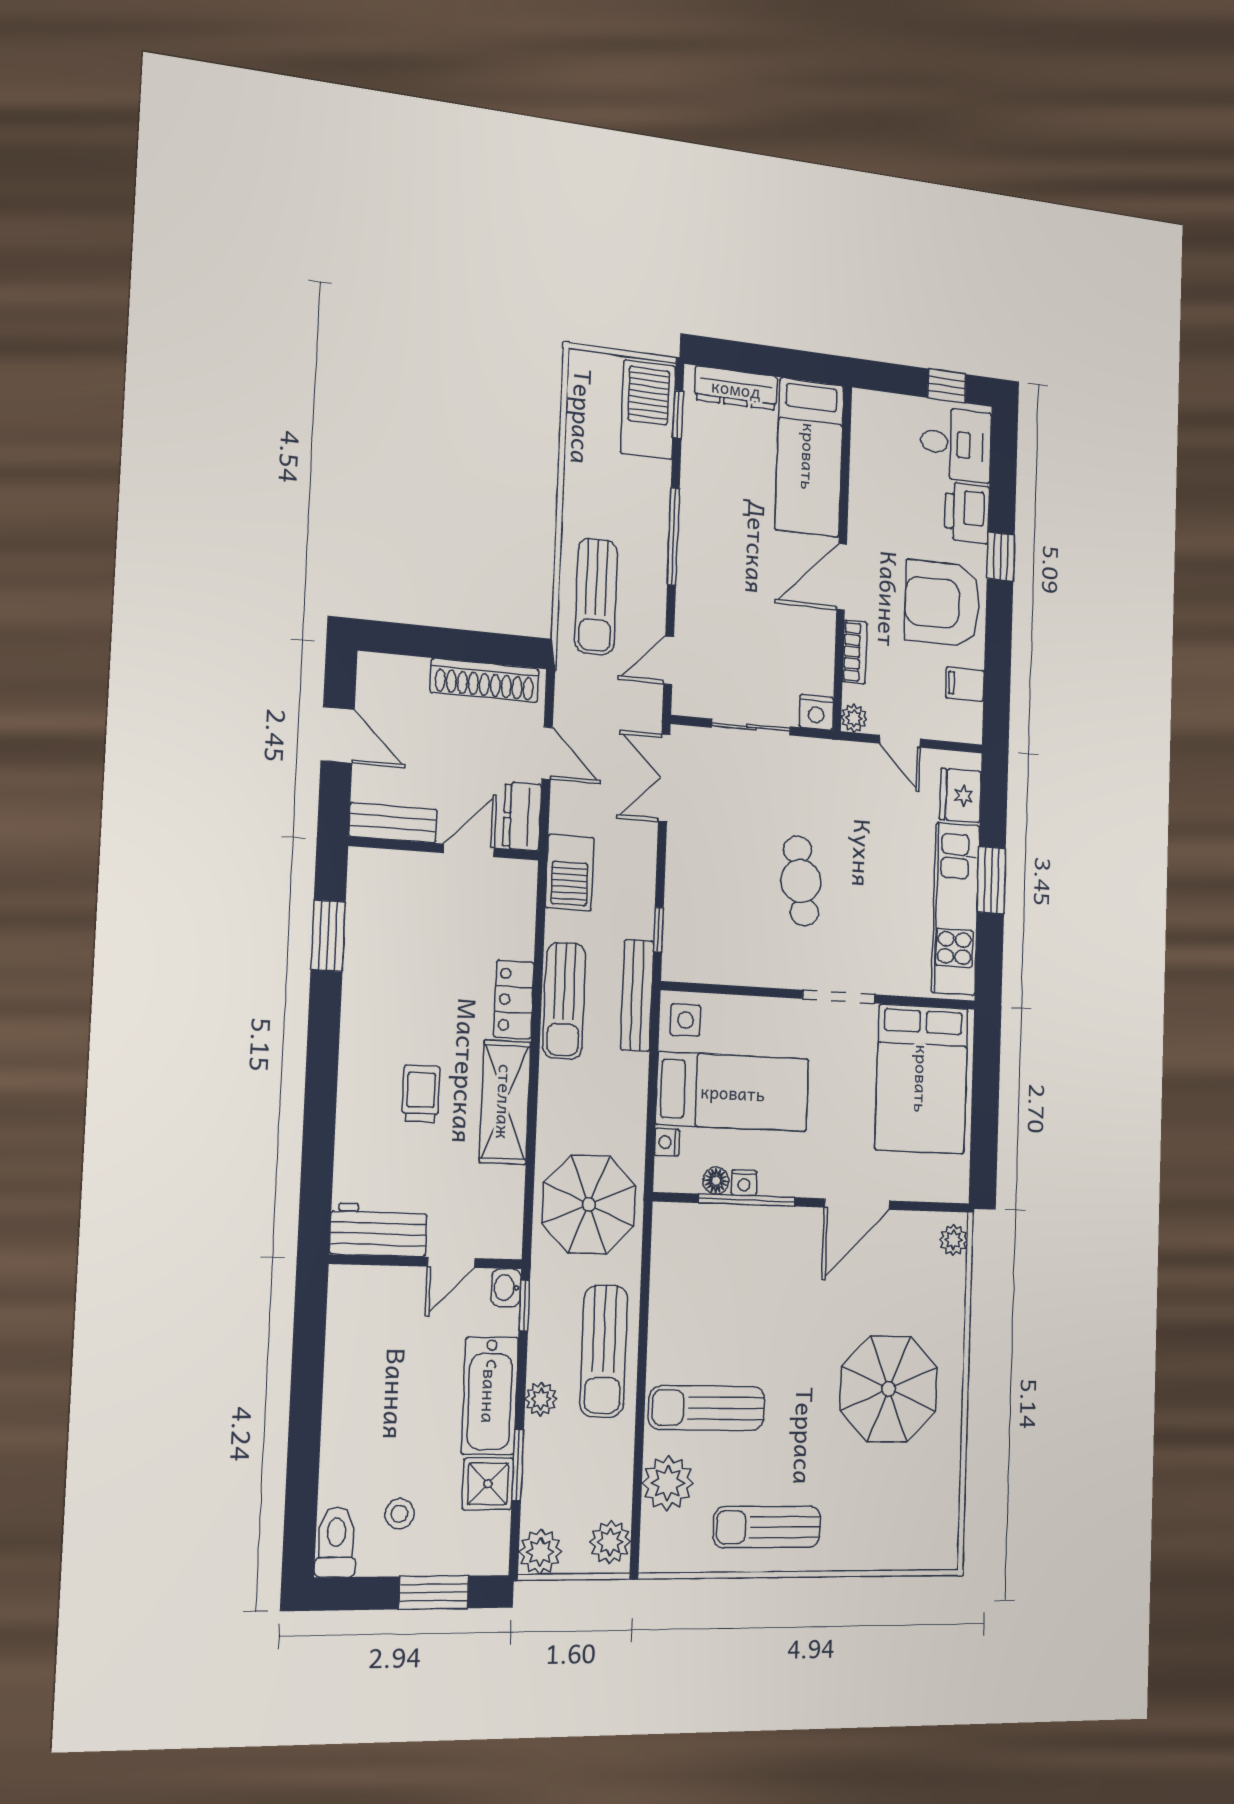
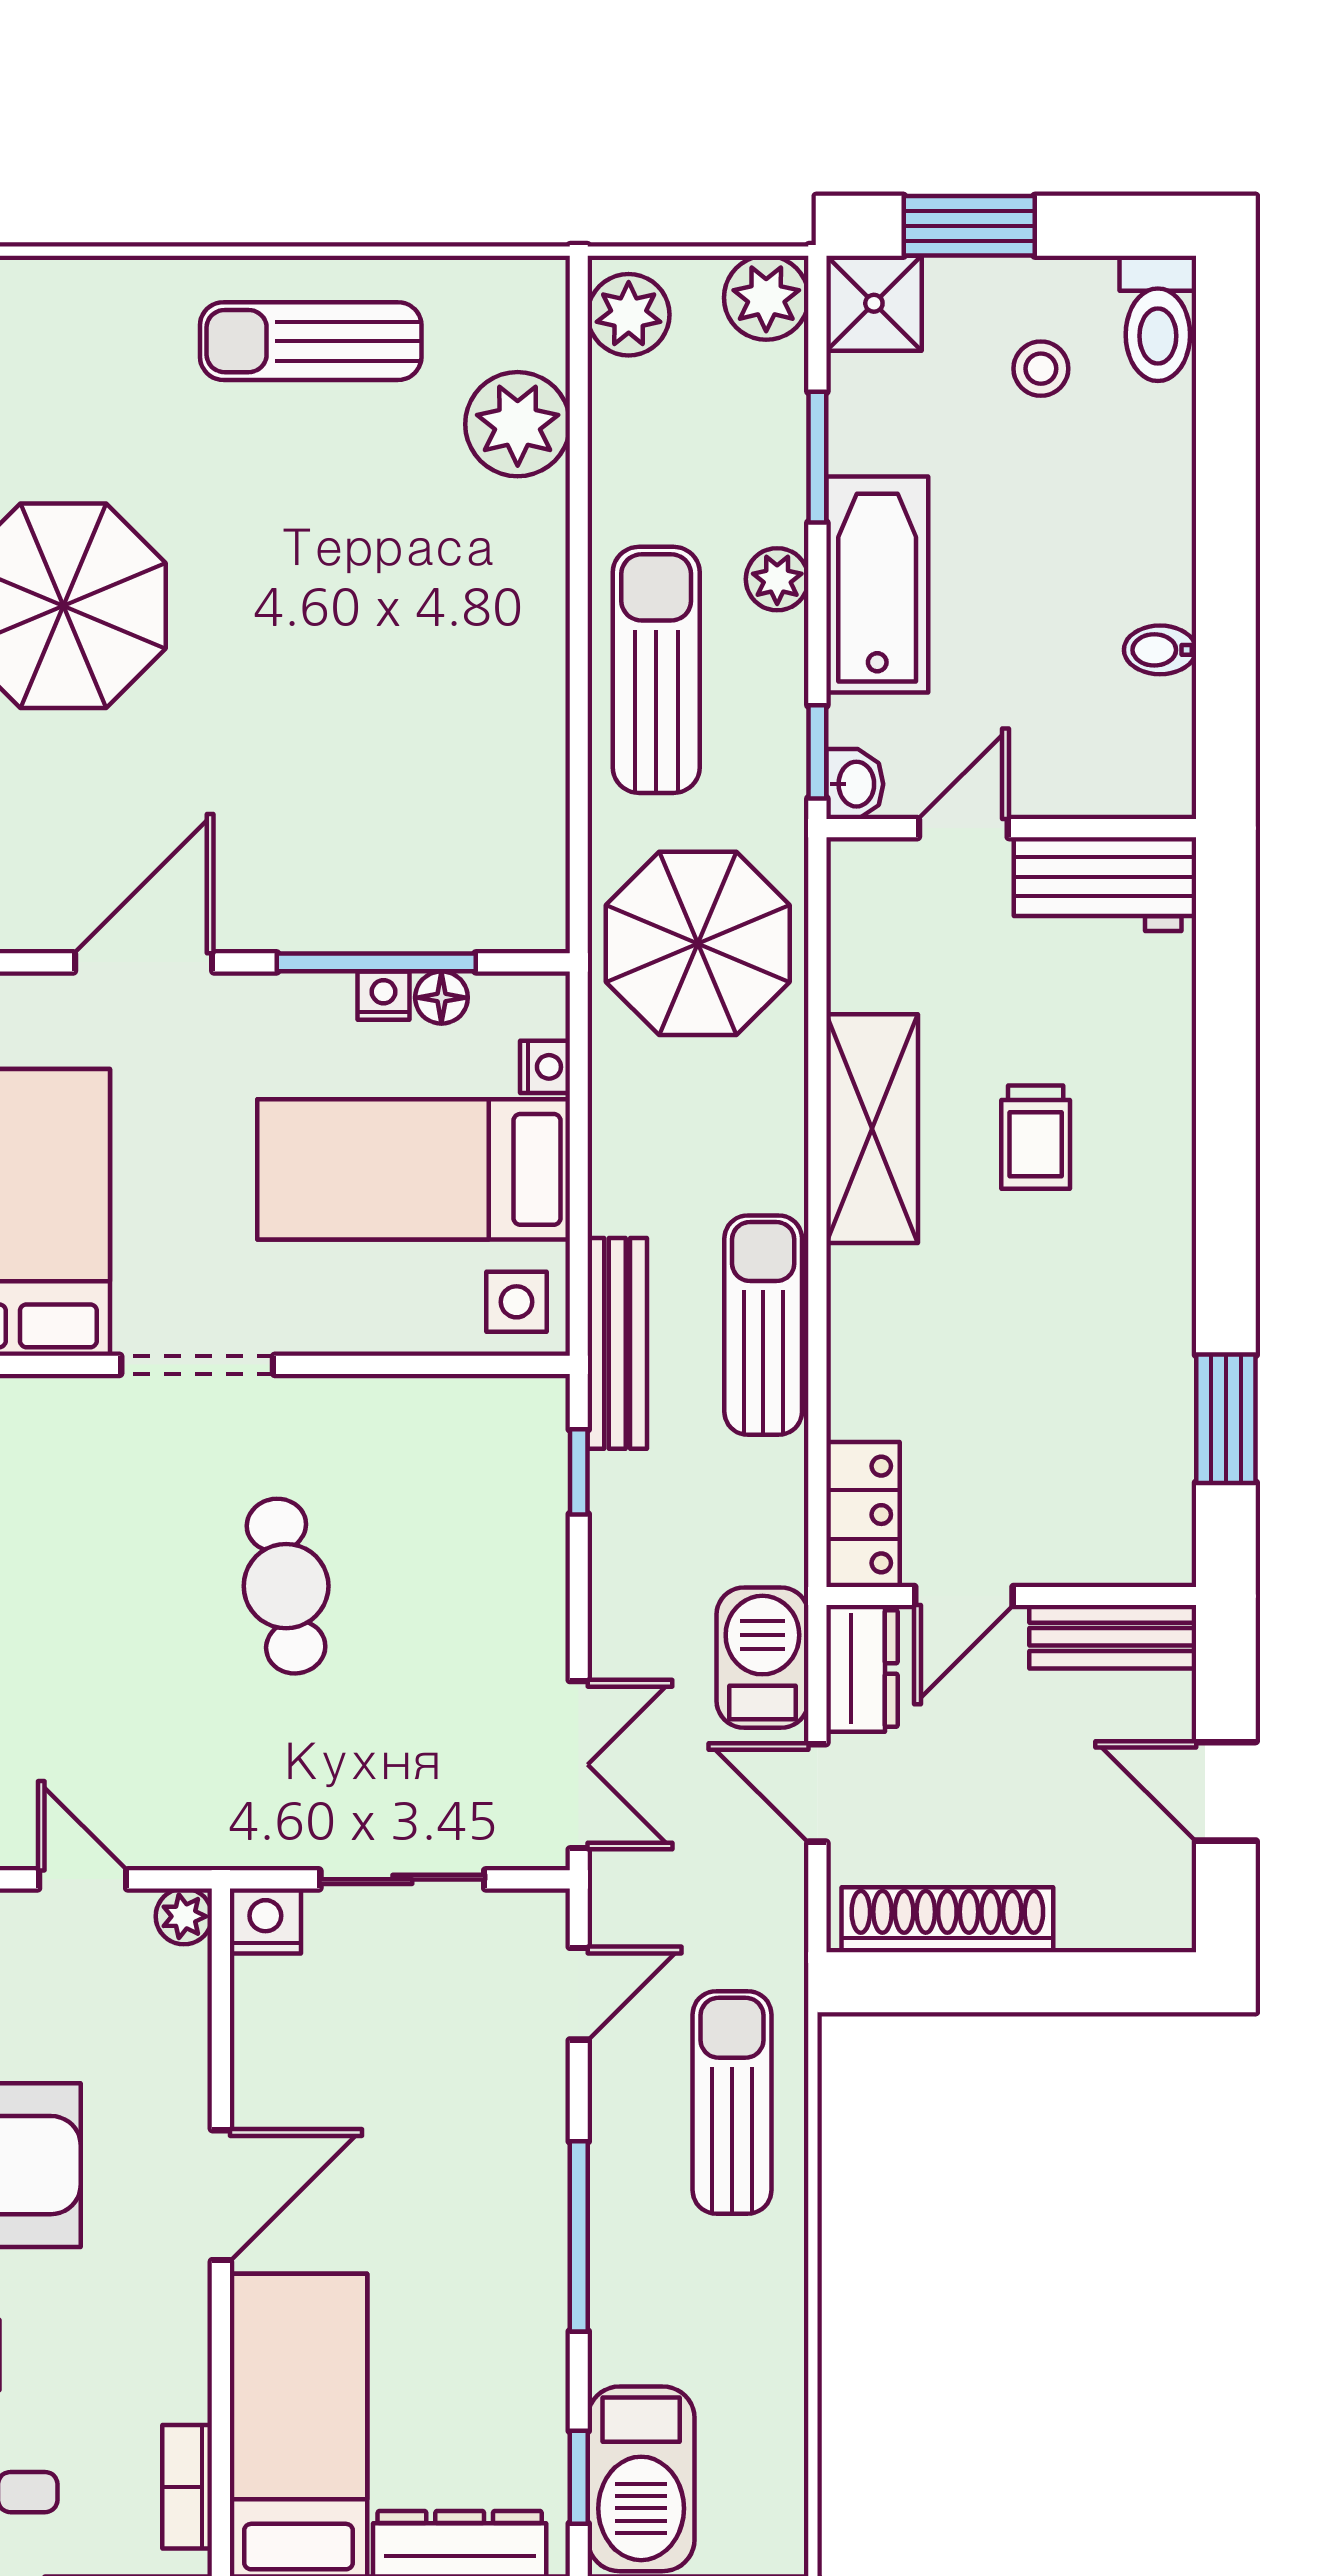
bookcase: (855, 652) -> (187, 2487), moved
barbecue: (570, 872) -> (762, 1658), moved
locker: (514, 1000) -> (863, 1515), moved
bidet: (343, 1358) -> (1160, 650), added
sun lounger: (707, 1408) -> (443, 566), removed
shower: (488, 1484) -> (874, 303), moved
sun lounger: (767, 1527) -> (311, 341), turned 180

